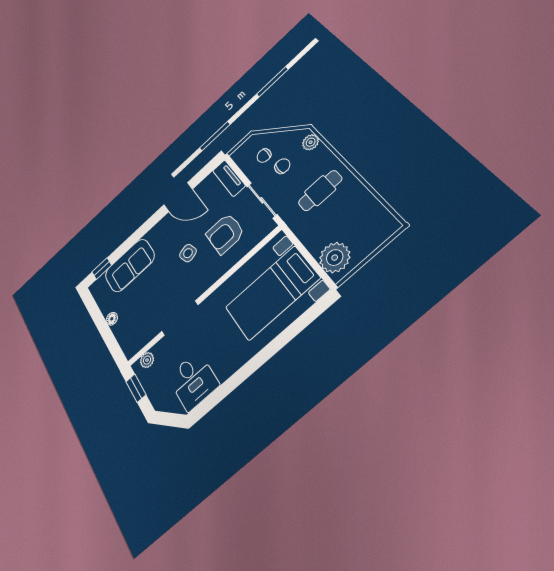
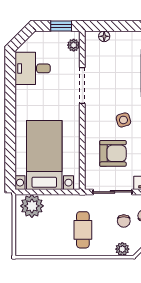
armchair: (225, 234) -> (113, 153), turned 90
floor lamp: (112, 319) -> (104, 36), moved

